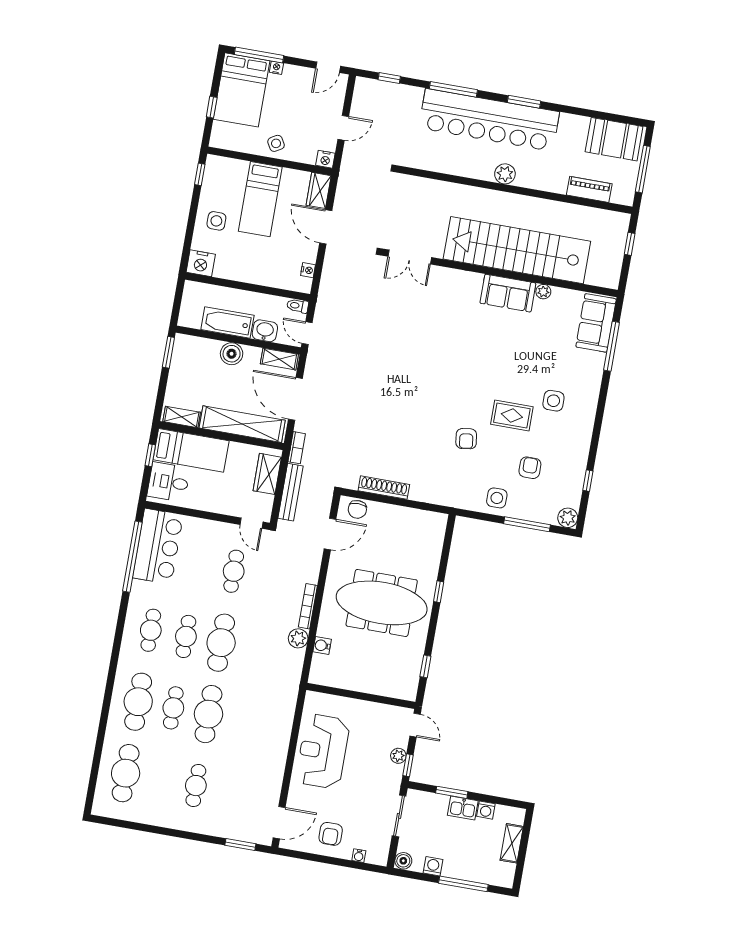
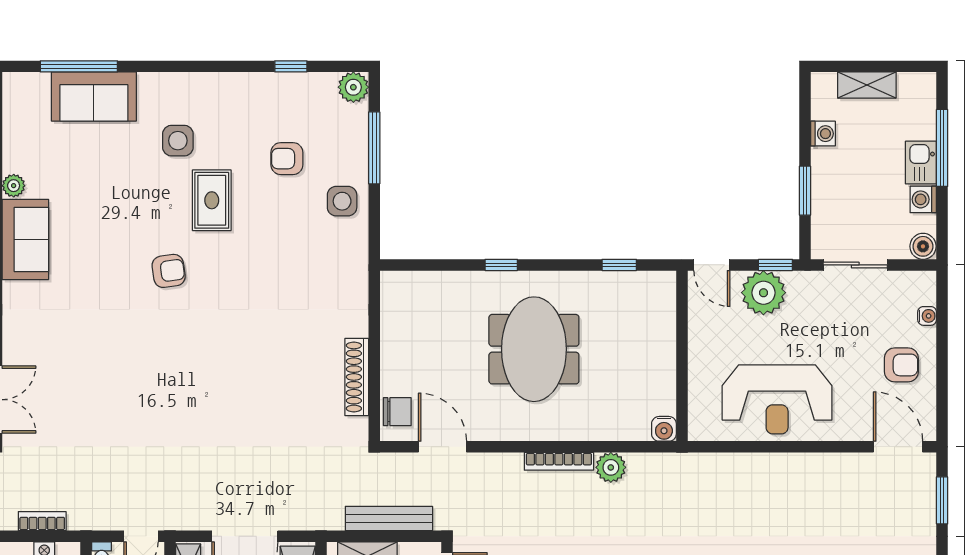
sofa: (596, 323) -> (94, 96), moved
armchair: (466, 439) -> (169, 271), moved
bookcase: (297, 448) -> (42, 521), moved
meeting table: (382, 603) -> (534, 349), width x0.73
water cooler: (322, 646) -> (664, 429), moved
door: (415, 725) -> (712, 265), swing flipped
plant: (398, 756) -> (763, 293), width x1.88, depth x1.88
kitchen sink: (463, 808) -> (921, 163), moved, turned 180

